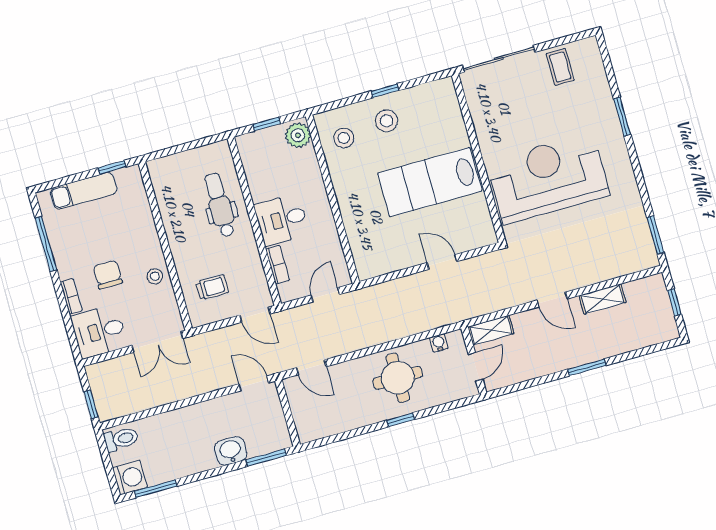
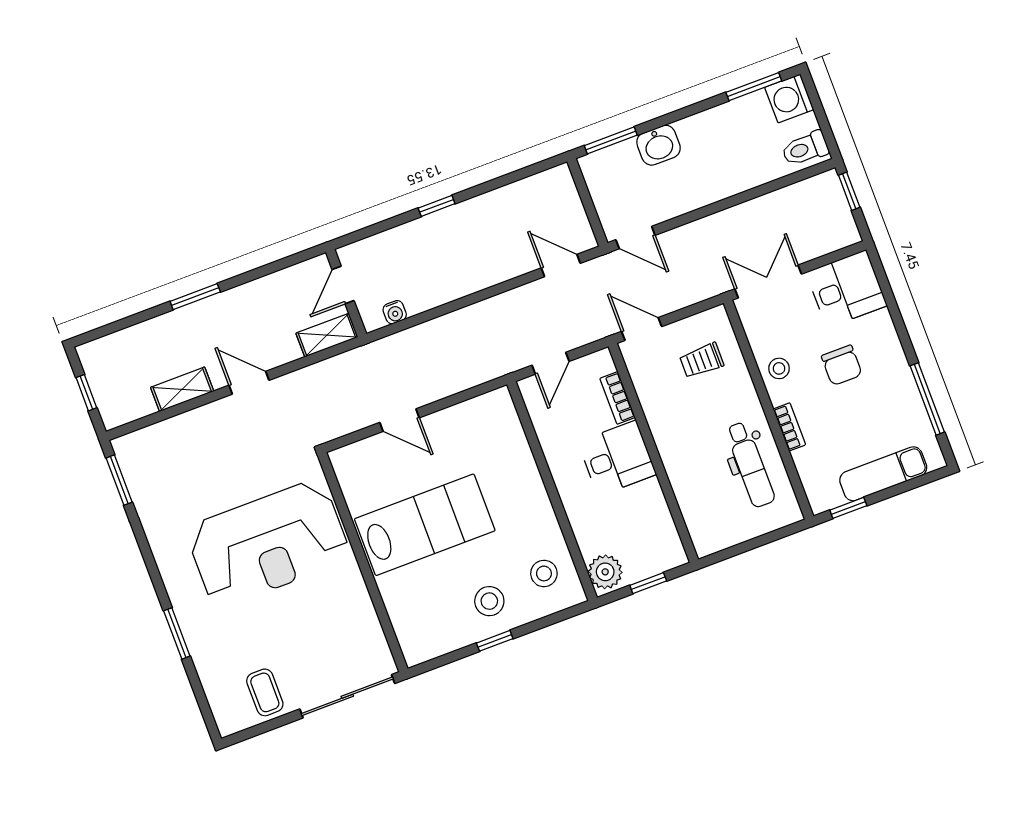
dental chair: (220, 205) -> (750, 465), moved
bookcase: (71, 296) -> (789, 427), moved, turned 180
round table: (398, 378) -> (445, 261), removed

